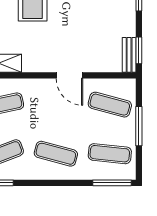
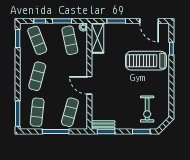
door: (69, 75) -> (89, 85), hinge flipped

